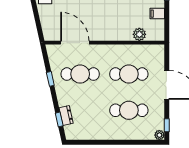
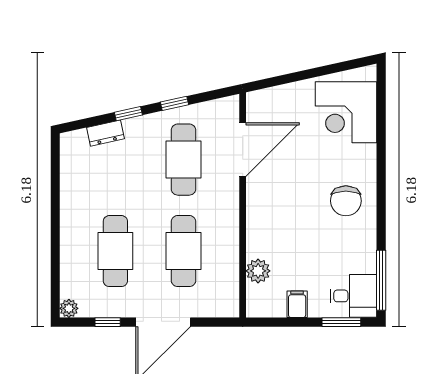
window: (59, 119) -> (128, 114), moved
window: (167, 125) -> (108, 322), moved

